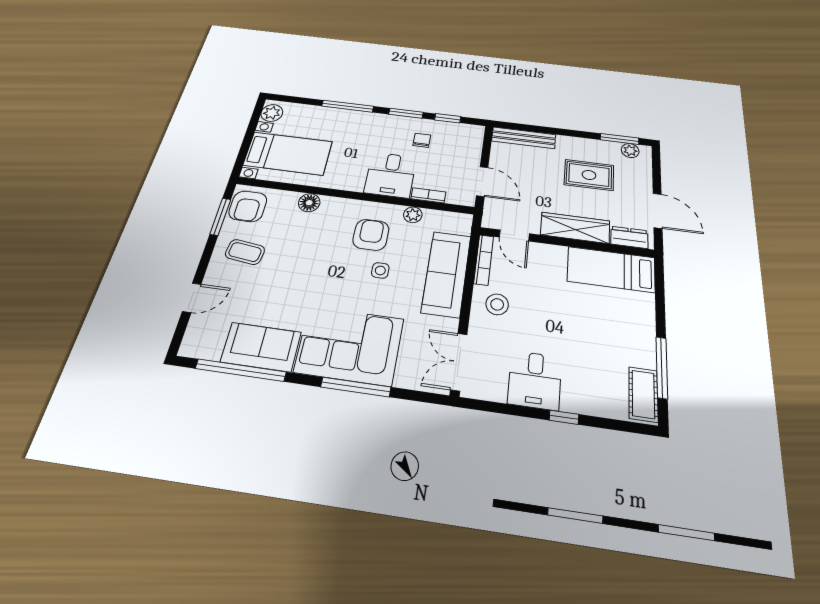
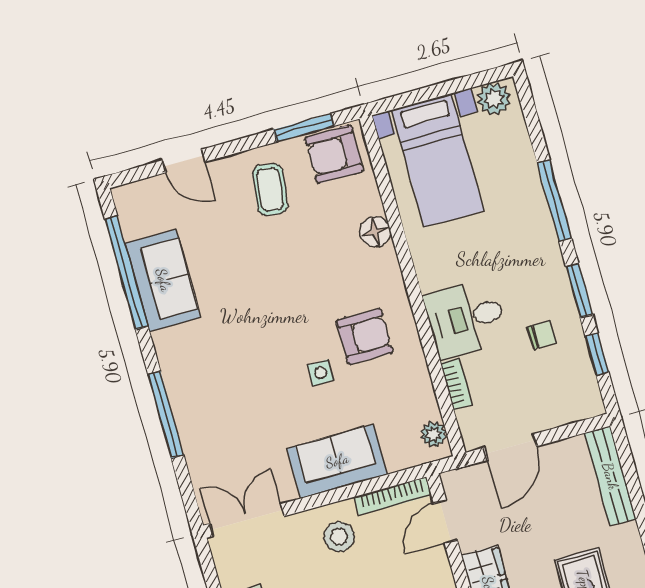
plant: (413, 215) -> (434, 434), moved
sofa: (446, 274) -> (337, 461), width x0.73
corner sofa: (349, 345) -> (210, 383), removed

